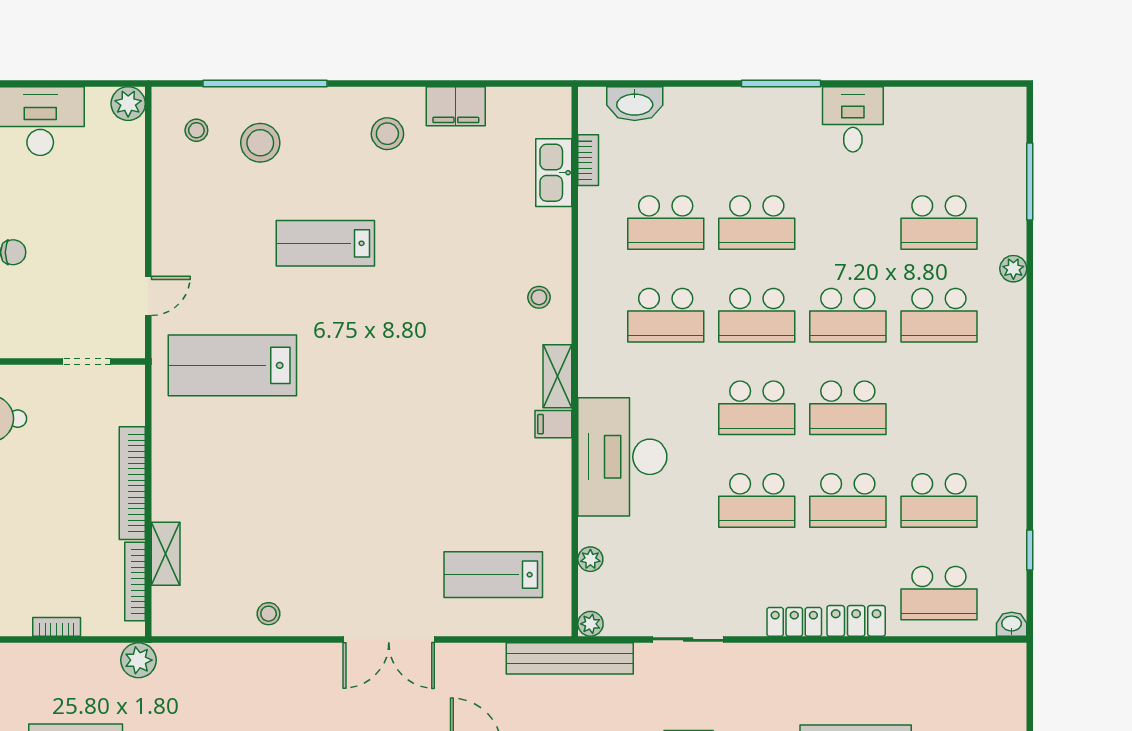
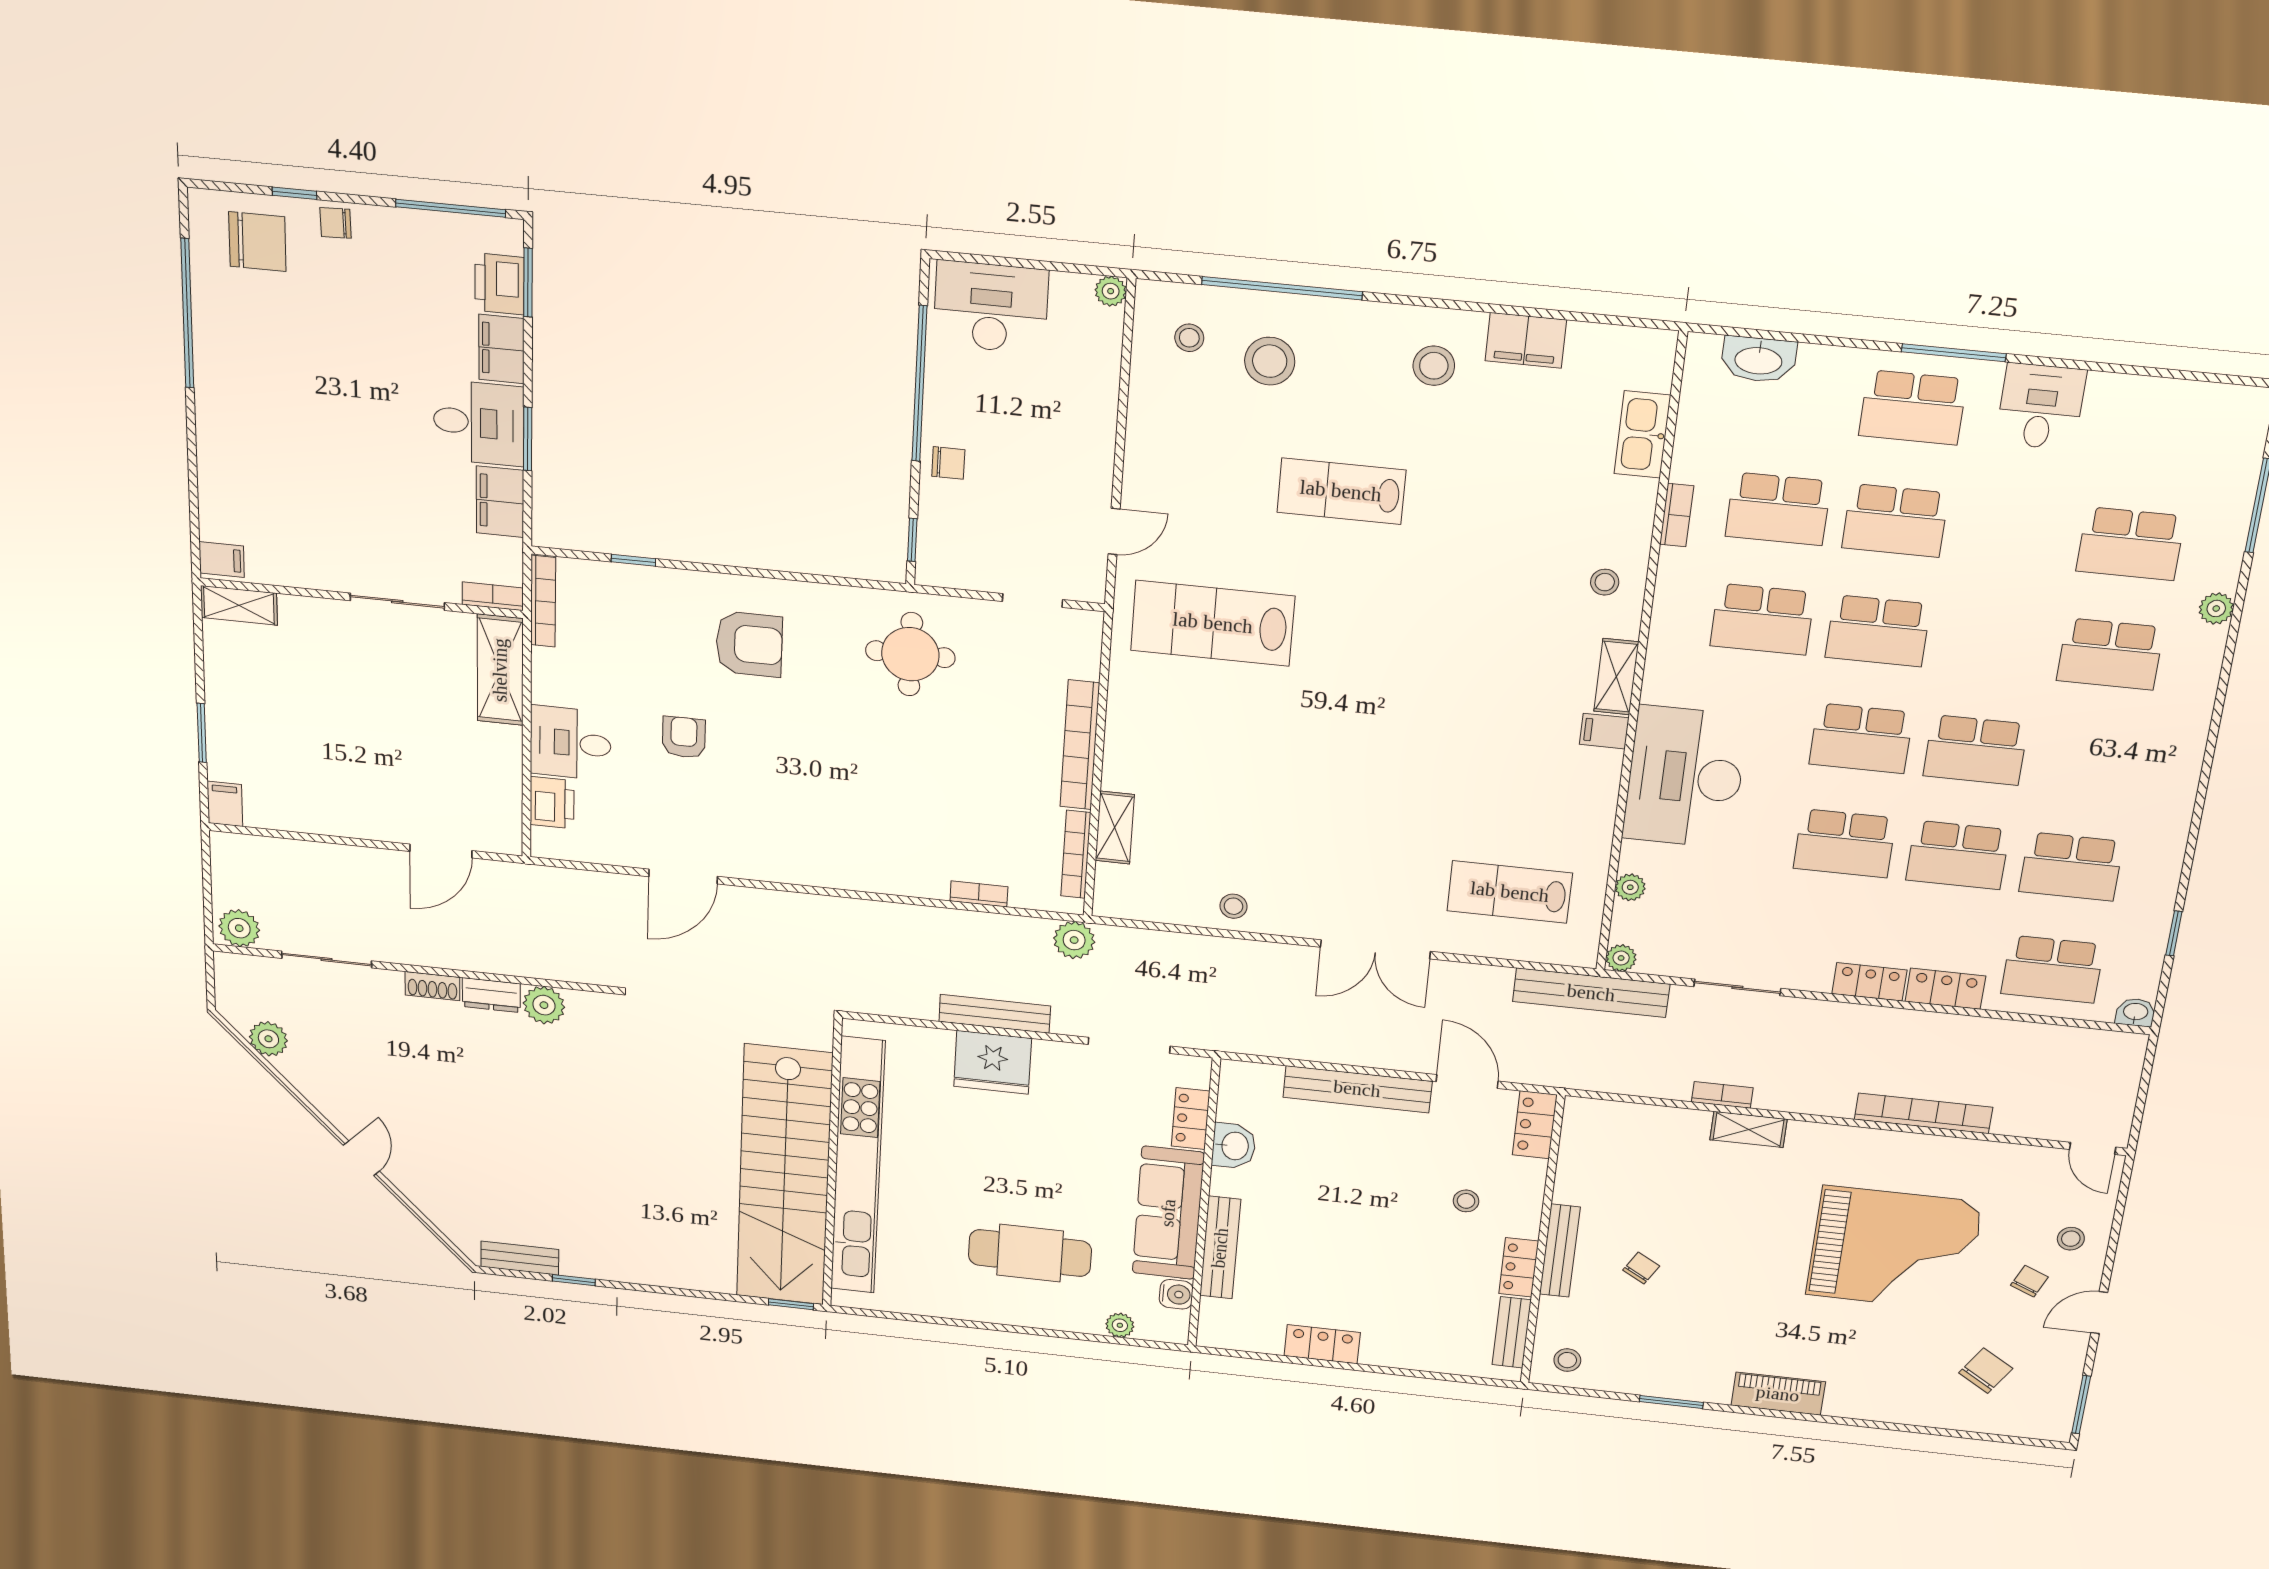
plant: (128, 104) -> (1111, 291), width x0.73, depth x0.73
bookcase: (588, 160) -> (1677, 515), moved
school desk: (848, 315) -> (1913, 407), moved

